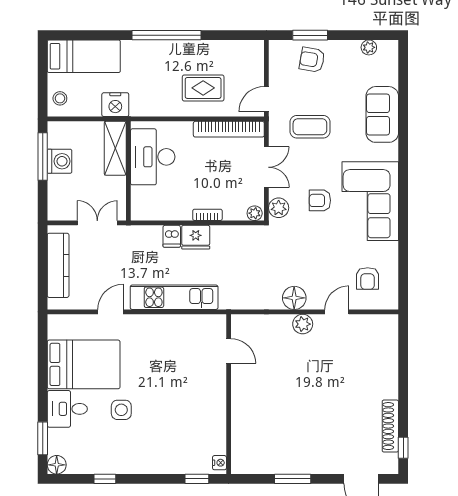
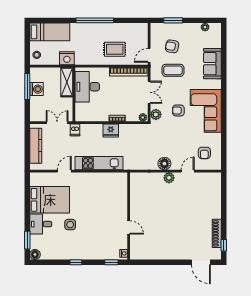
armchair: (312, 60) -> (172, 46), moved
dishwasher: (172, 236) -> (75, 130), moved
door: (229, 351) -> (129, 227), moved
window: (105, 479) -> (76, 262), moved
window: (293, 479) -> (164, 262), removed

